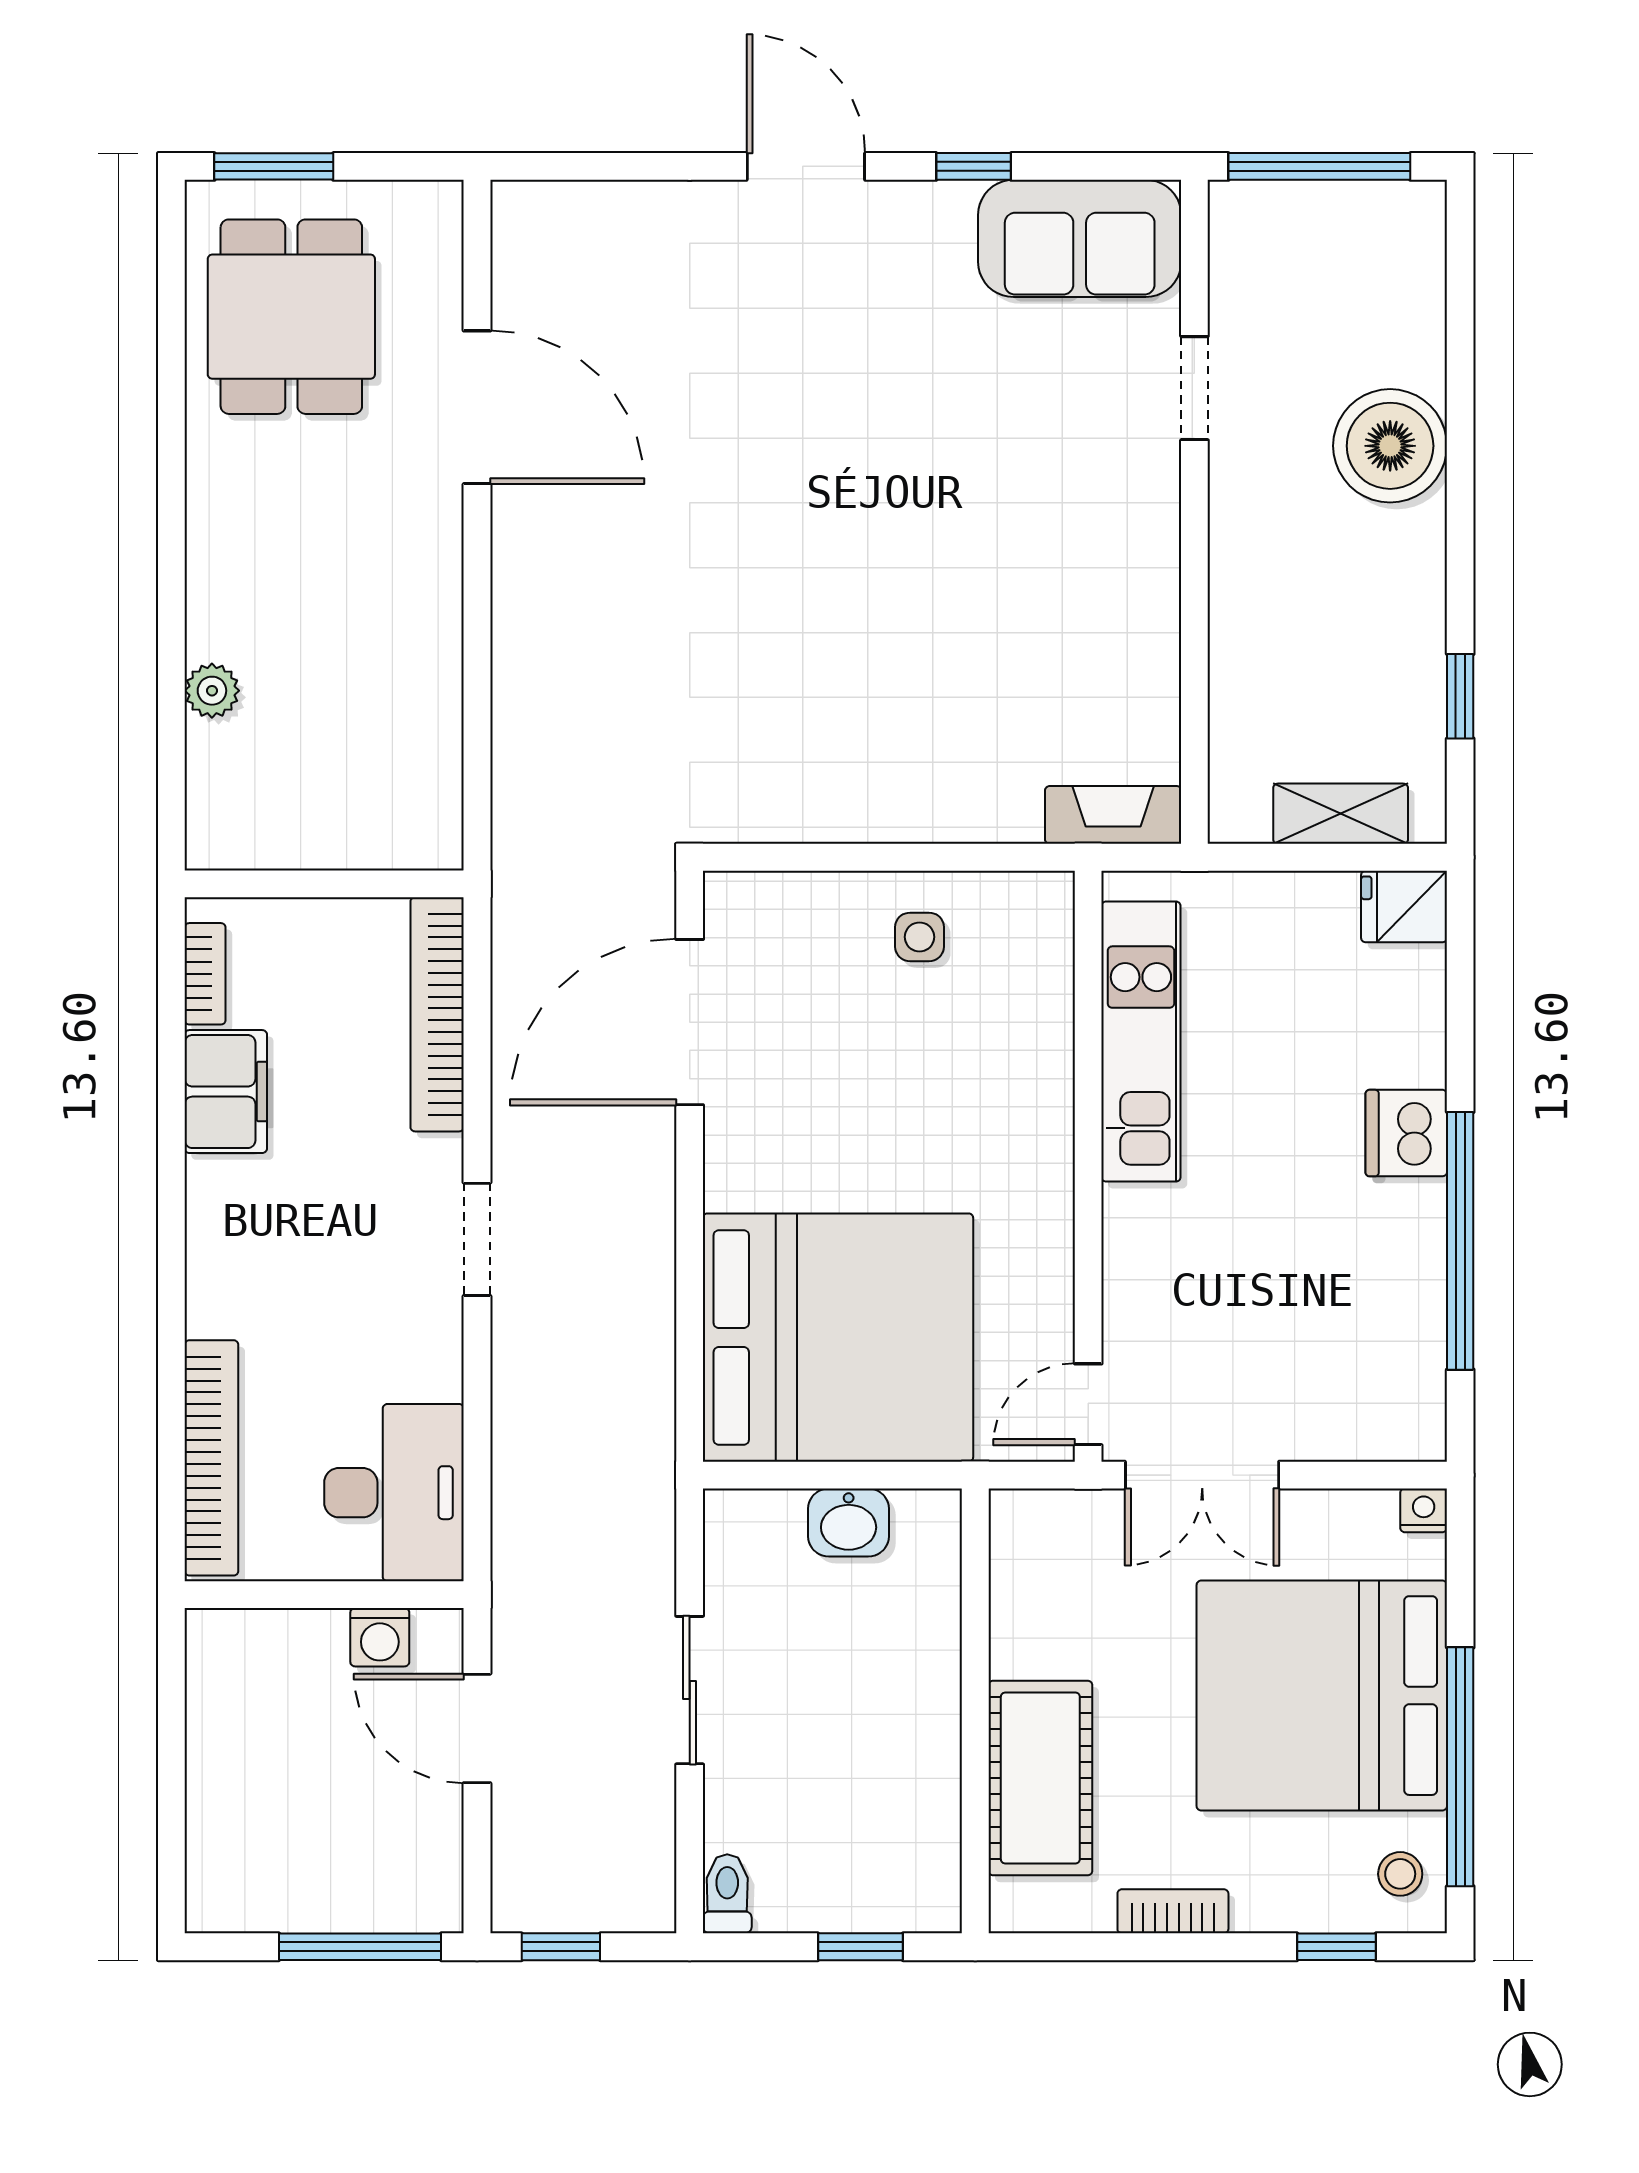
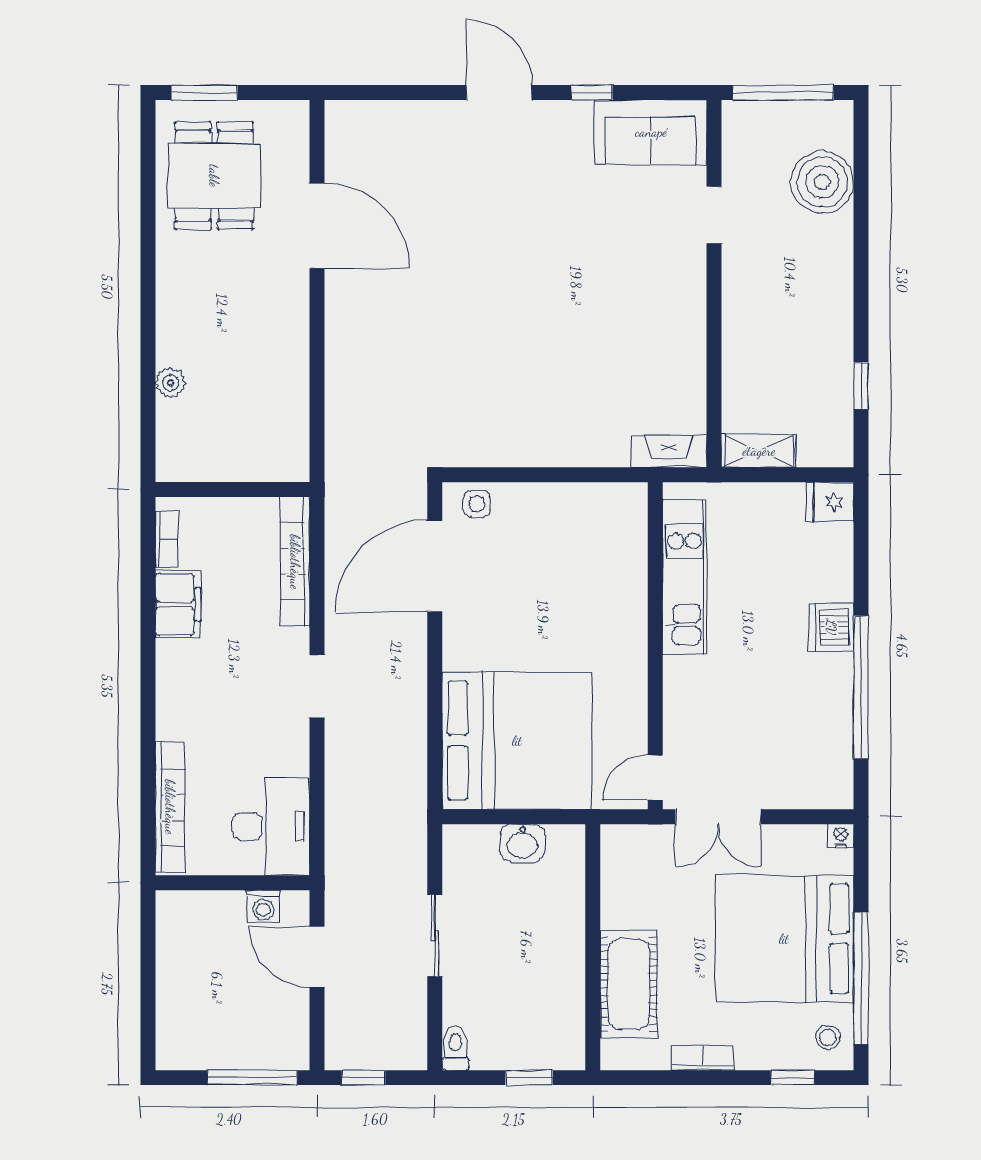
boiler: (1390, 446) -> (822, 182), moved
shelving: (1341, 814) -> (759, 451), moved
side table: (920, 937) -> (477, 504), moved

